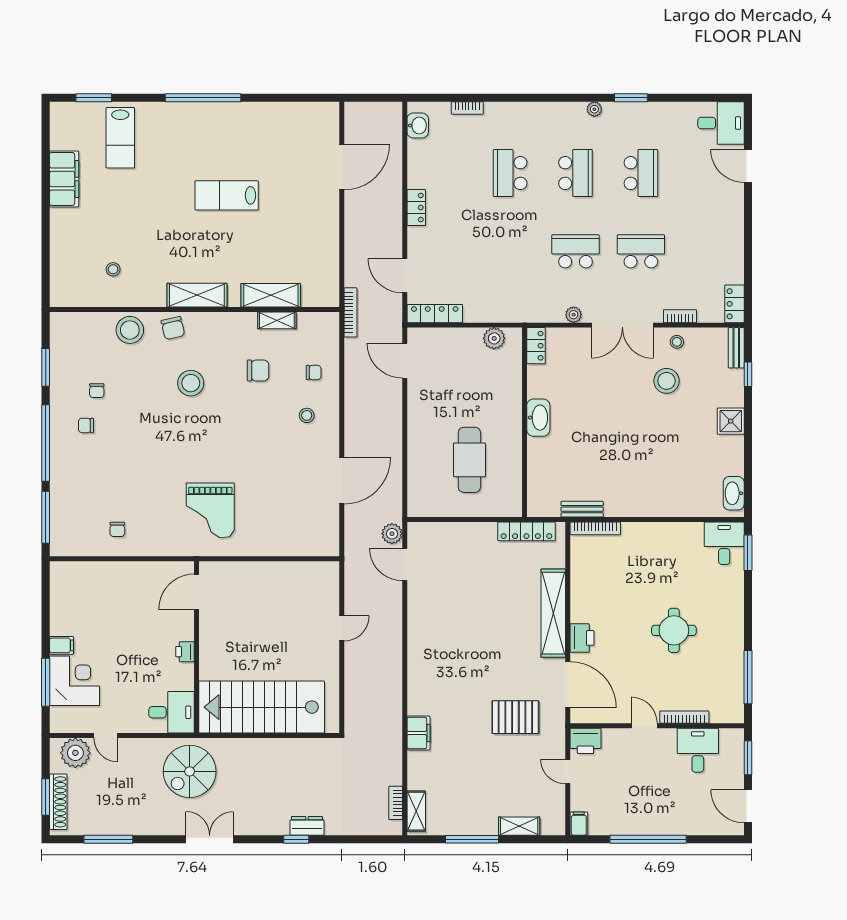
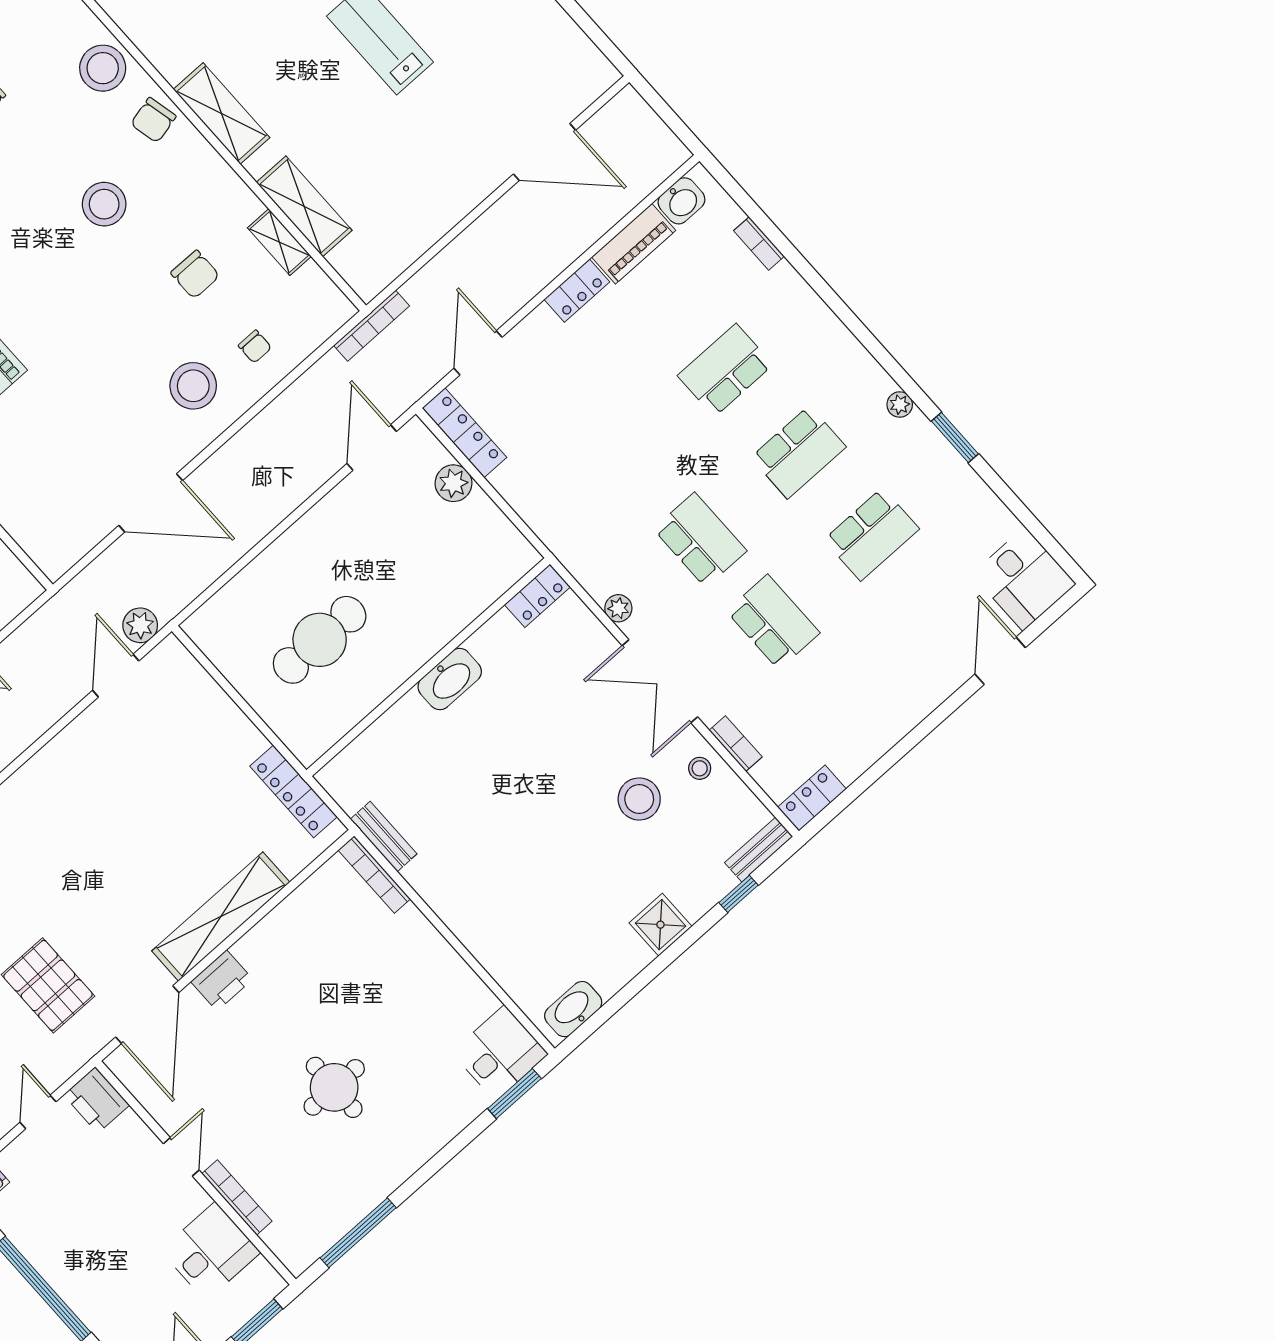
piano: (418, 164) -> (634, 244), added
plant: (494, 338) -> (453, 483), moved
stool: (307, 415) -> (193, 386), width x1.89, depth x1.89

